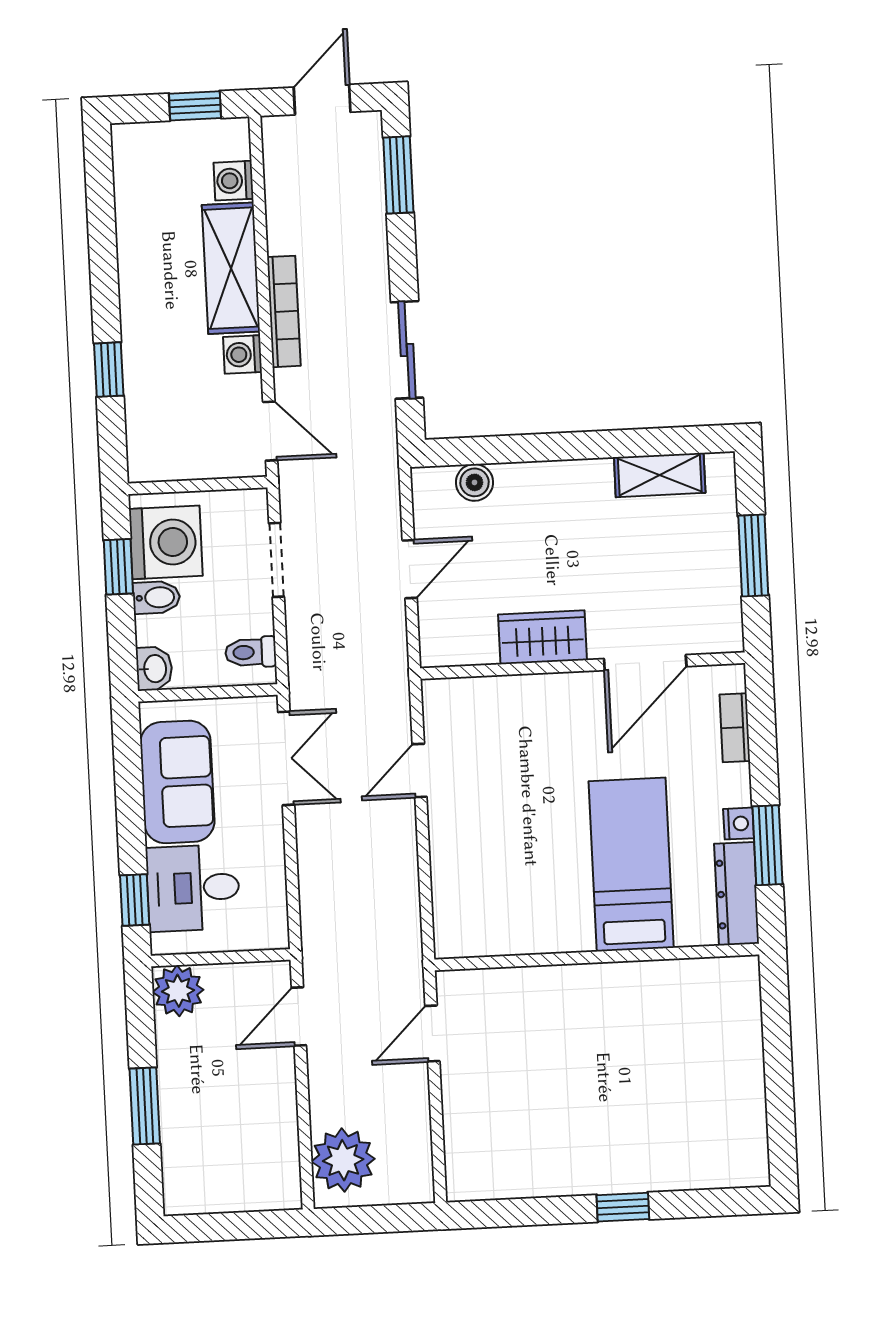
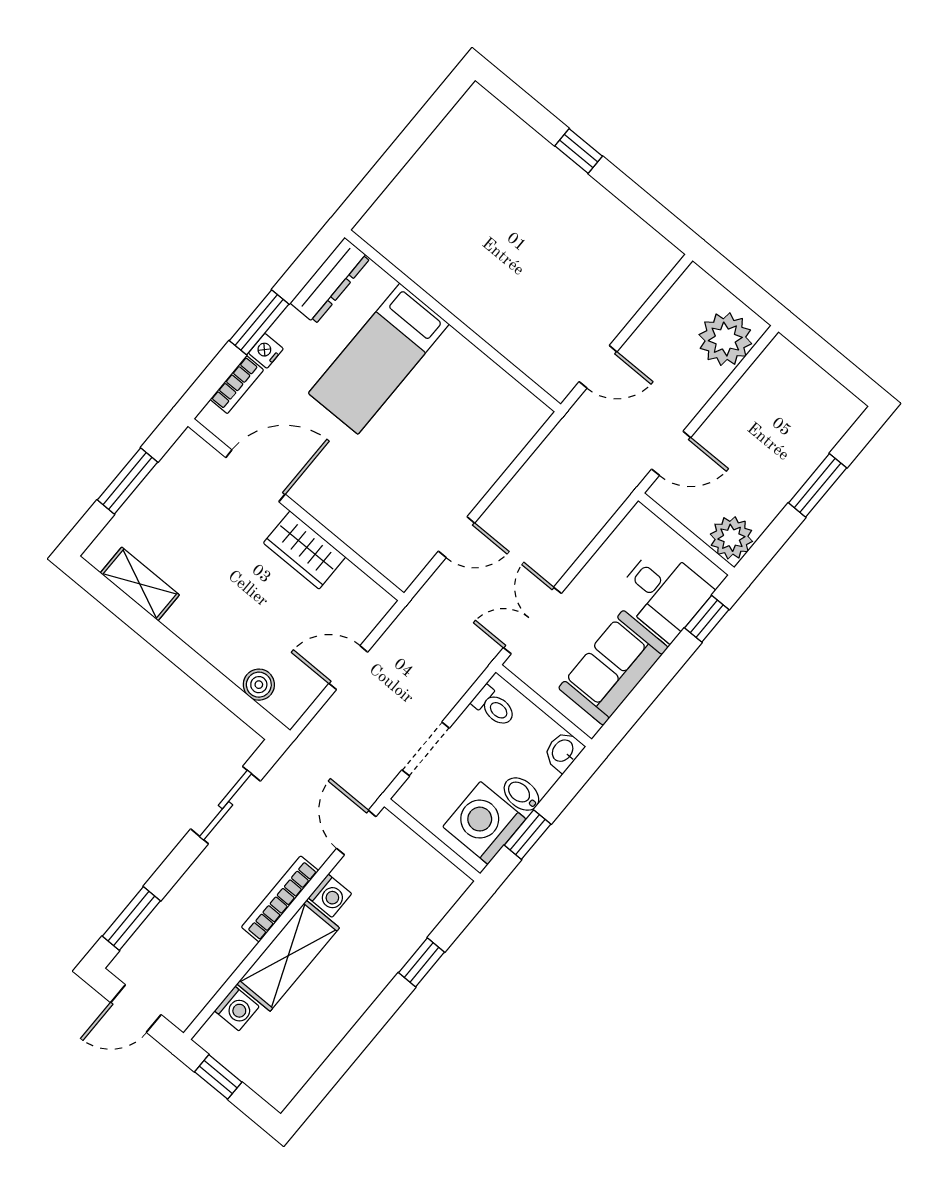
nightstand: (739, 824) -> (266, 351), moved
window: (767, 845) -> (259, 322), moved

